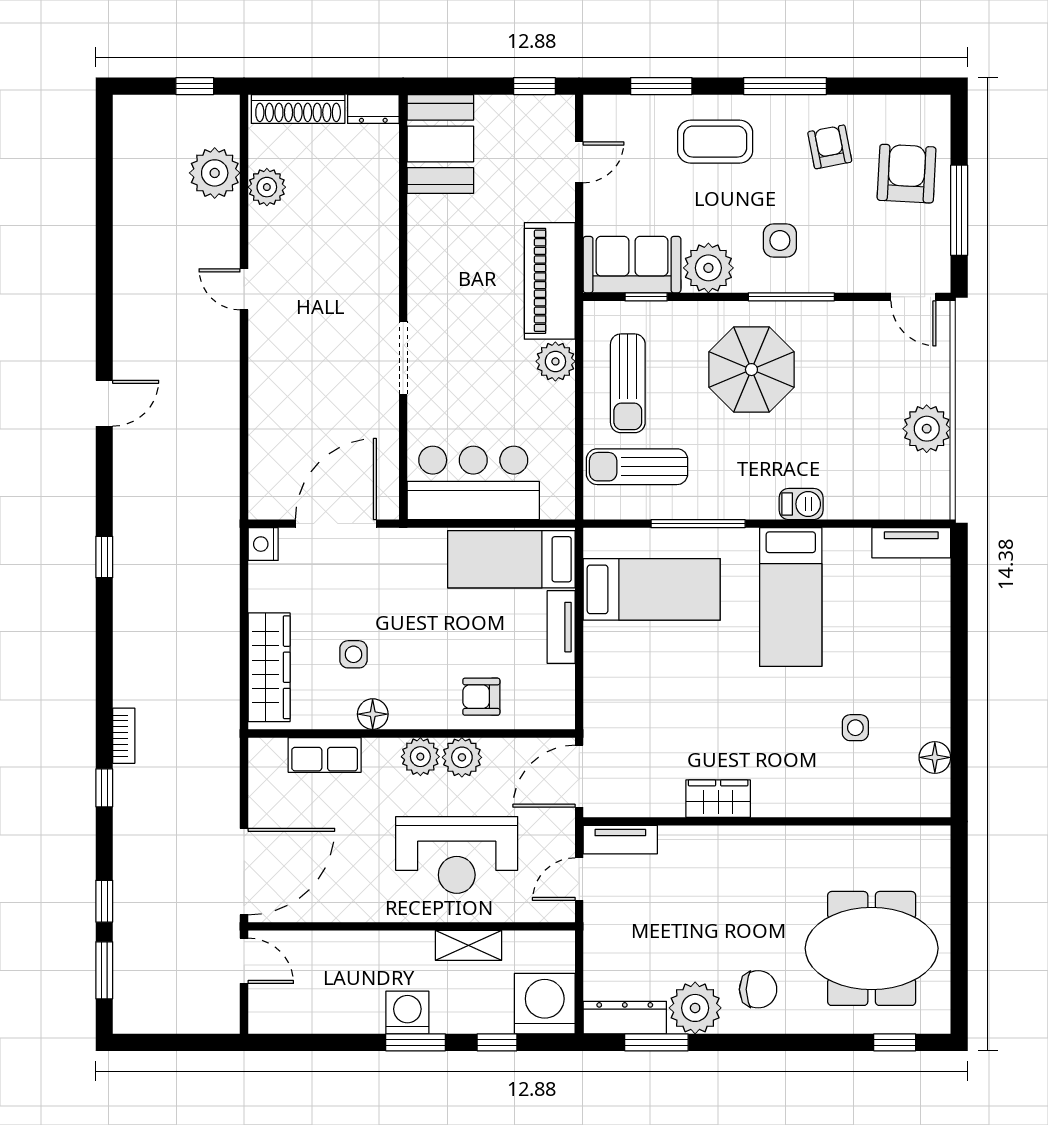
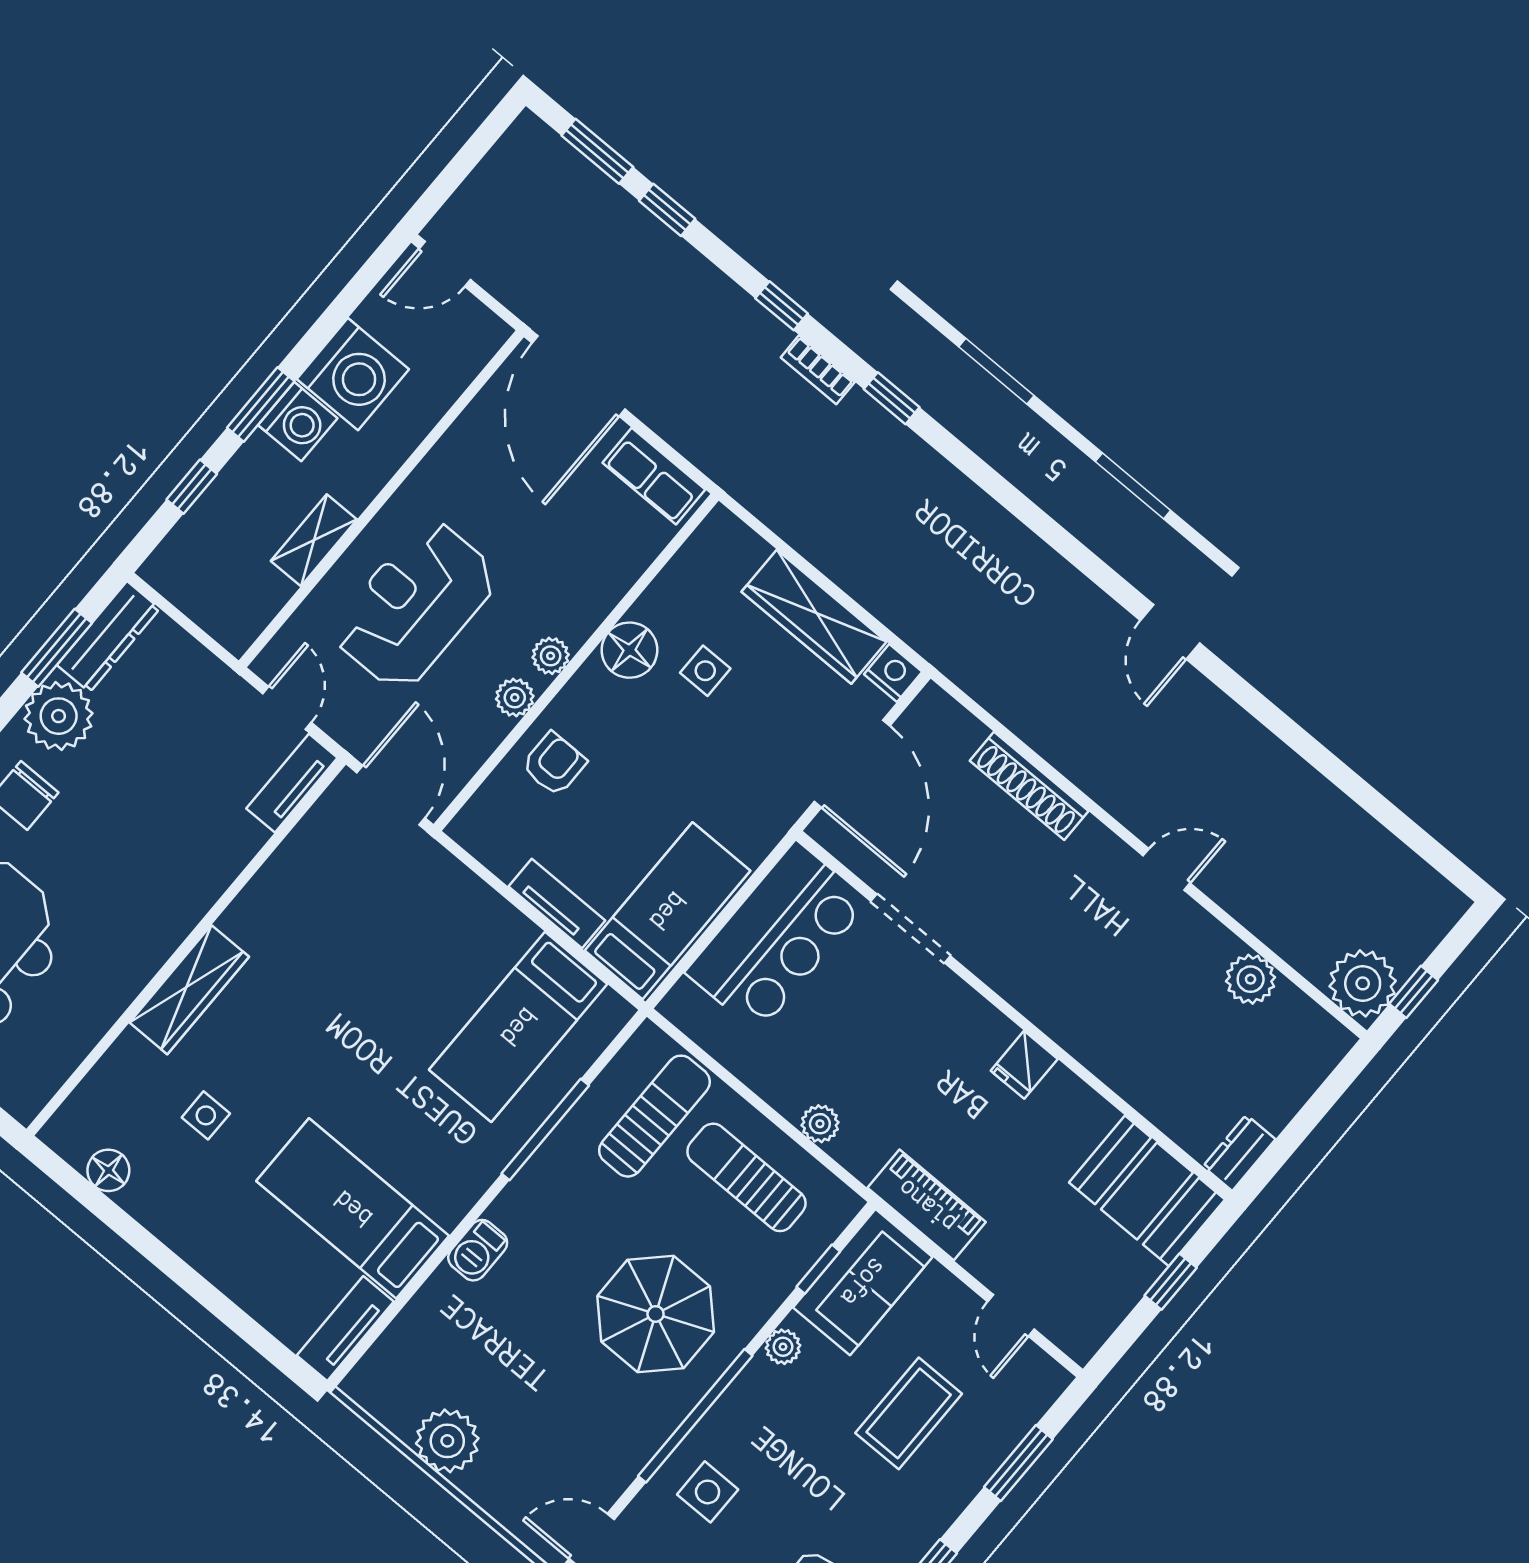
window: (534, 86) -> (1171, 1282), moved
shoe rack: (298, 109) -> (1029, 786), moved, turned -90
coffee table: (715, 142) -> (909, 1413), moved
plant: (215, 173) -> (1363, 983), moved
side table: (780, 240) -> (708, 1492), moved
plant: (708, 268) -> (783, 1347), width x0.53, depth x0.53
fridge: (427, 277) -> (1024, 1065), added
piano: (550, 281) -> (927, 1205), width x0.73, depth x0.75
window: (791, 297) -> (695, 1416), width x1.46
doorway: (403, 358) -> (911, 929), moved
plant: (555, 361) -> (820, 1124), width x0.73, depth x0.73
window: (104, 557) -> (892, 398), moved
bed: (791, 597) -> (353, 1208), moved
wardrobe: (269, 667) -> (814, 617), moved
floor lamp: (373, 714) -> (629, 650), width x1.38, depth x1.38
row of seats: (325, 755) -> (654, 476), moved, turned -90
plant: (420, 757) -> (551, 656), width x0.73, depth x0.73
plant: (462, 757) -> (515, 698), width x0.73, depth x0.73
wardrobe: (718, 799) -> (189, 990), moved, width x1.50
door: (244, 961) -> (445, 264), moved
washing machine: (545, 1004) -> (353, 374), moved

